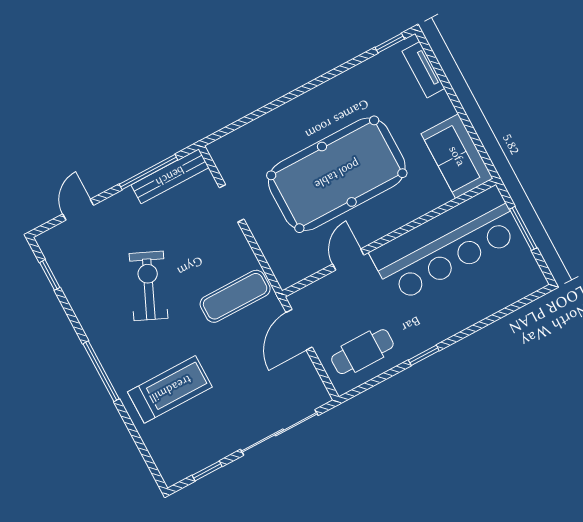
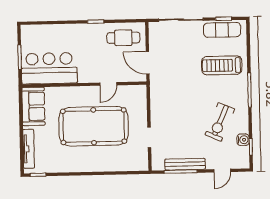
tv unit: (423, 70) -> (29, 149), width x1.41
bench: (170, 176) -> (185, 164), moved
bar counter: (446, 244) -> (49, 68), width x0.73
water cooler: (69, 280) -> (243, 140), added
exercise bike: (149, 286) -> (220, 122), moved
exercise mat: (235, 296) -> (222, 30), moved
door: (299, 330) -> (148, 63), swing flipped

